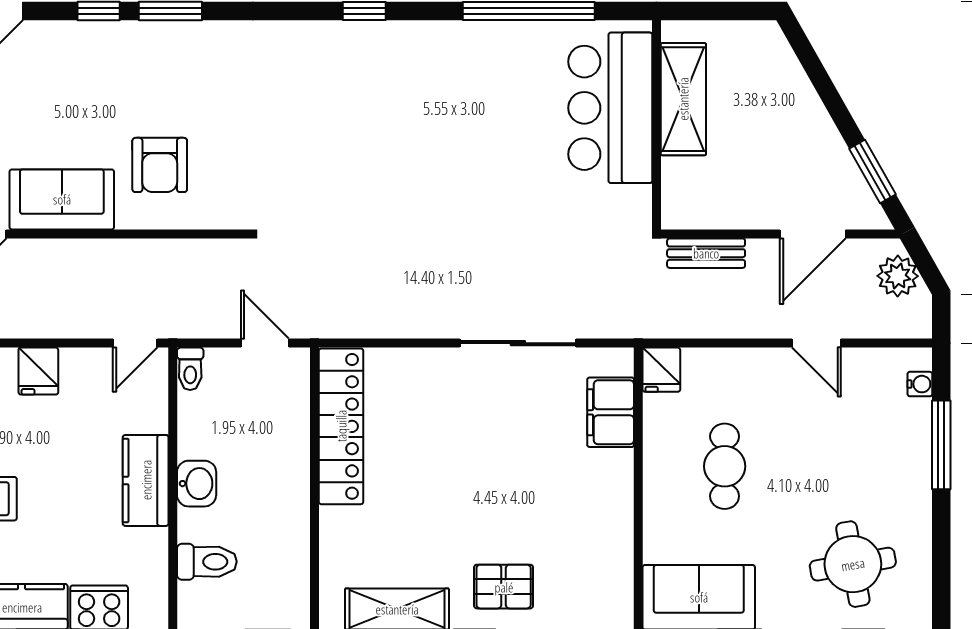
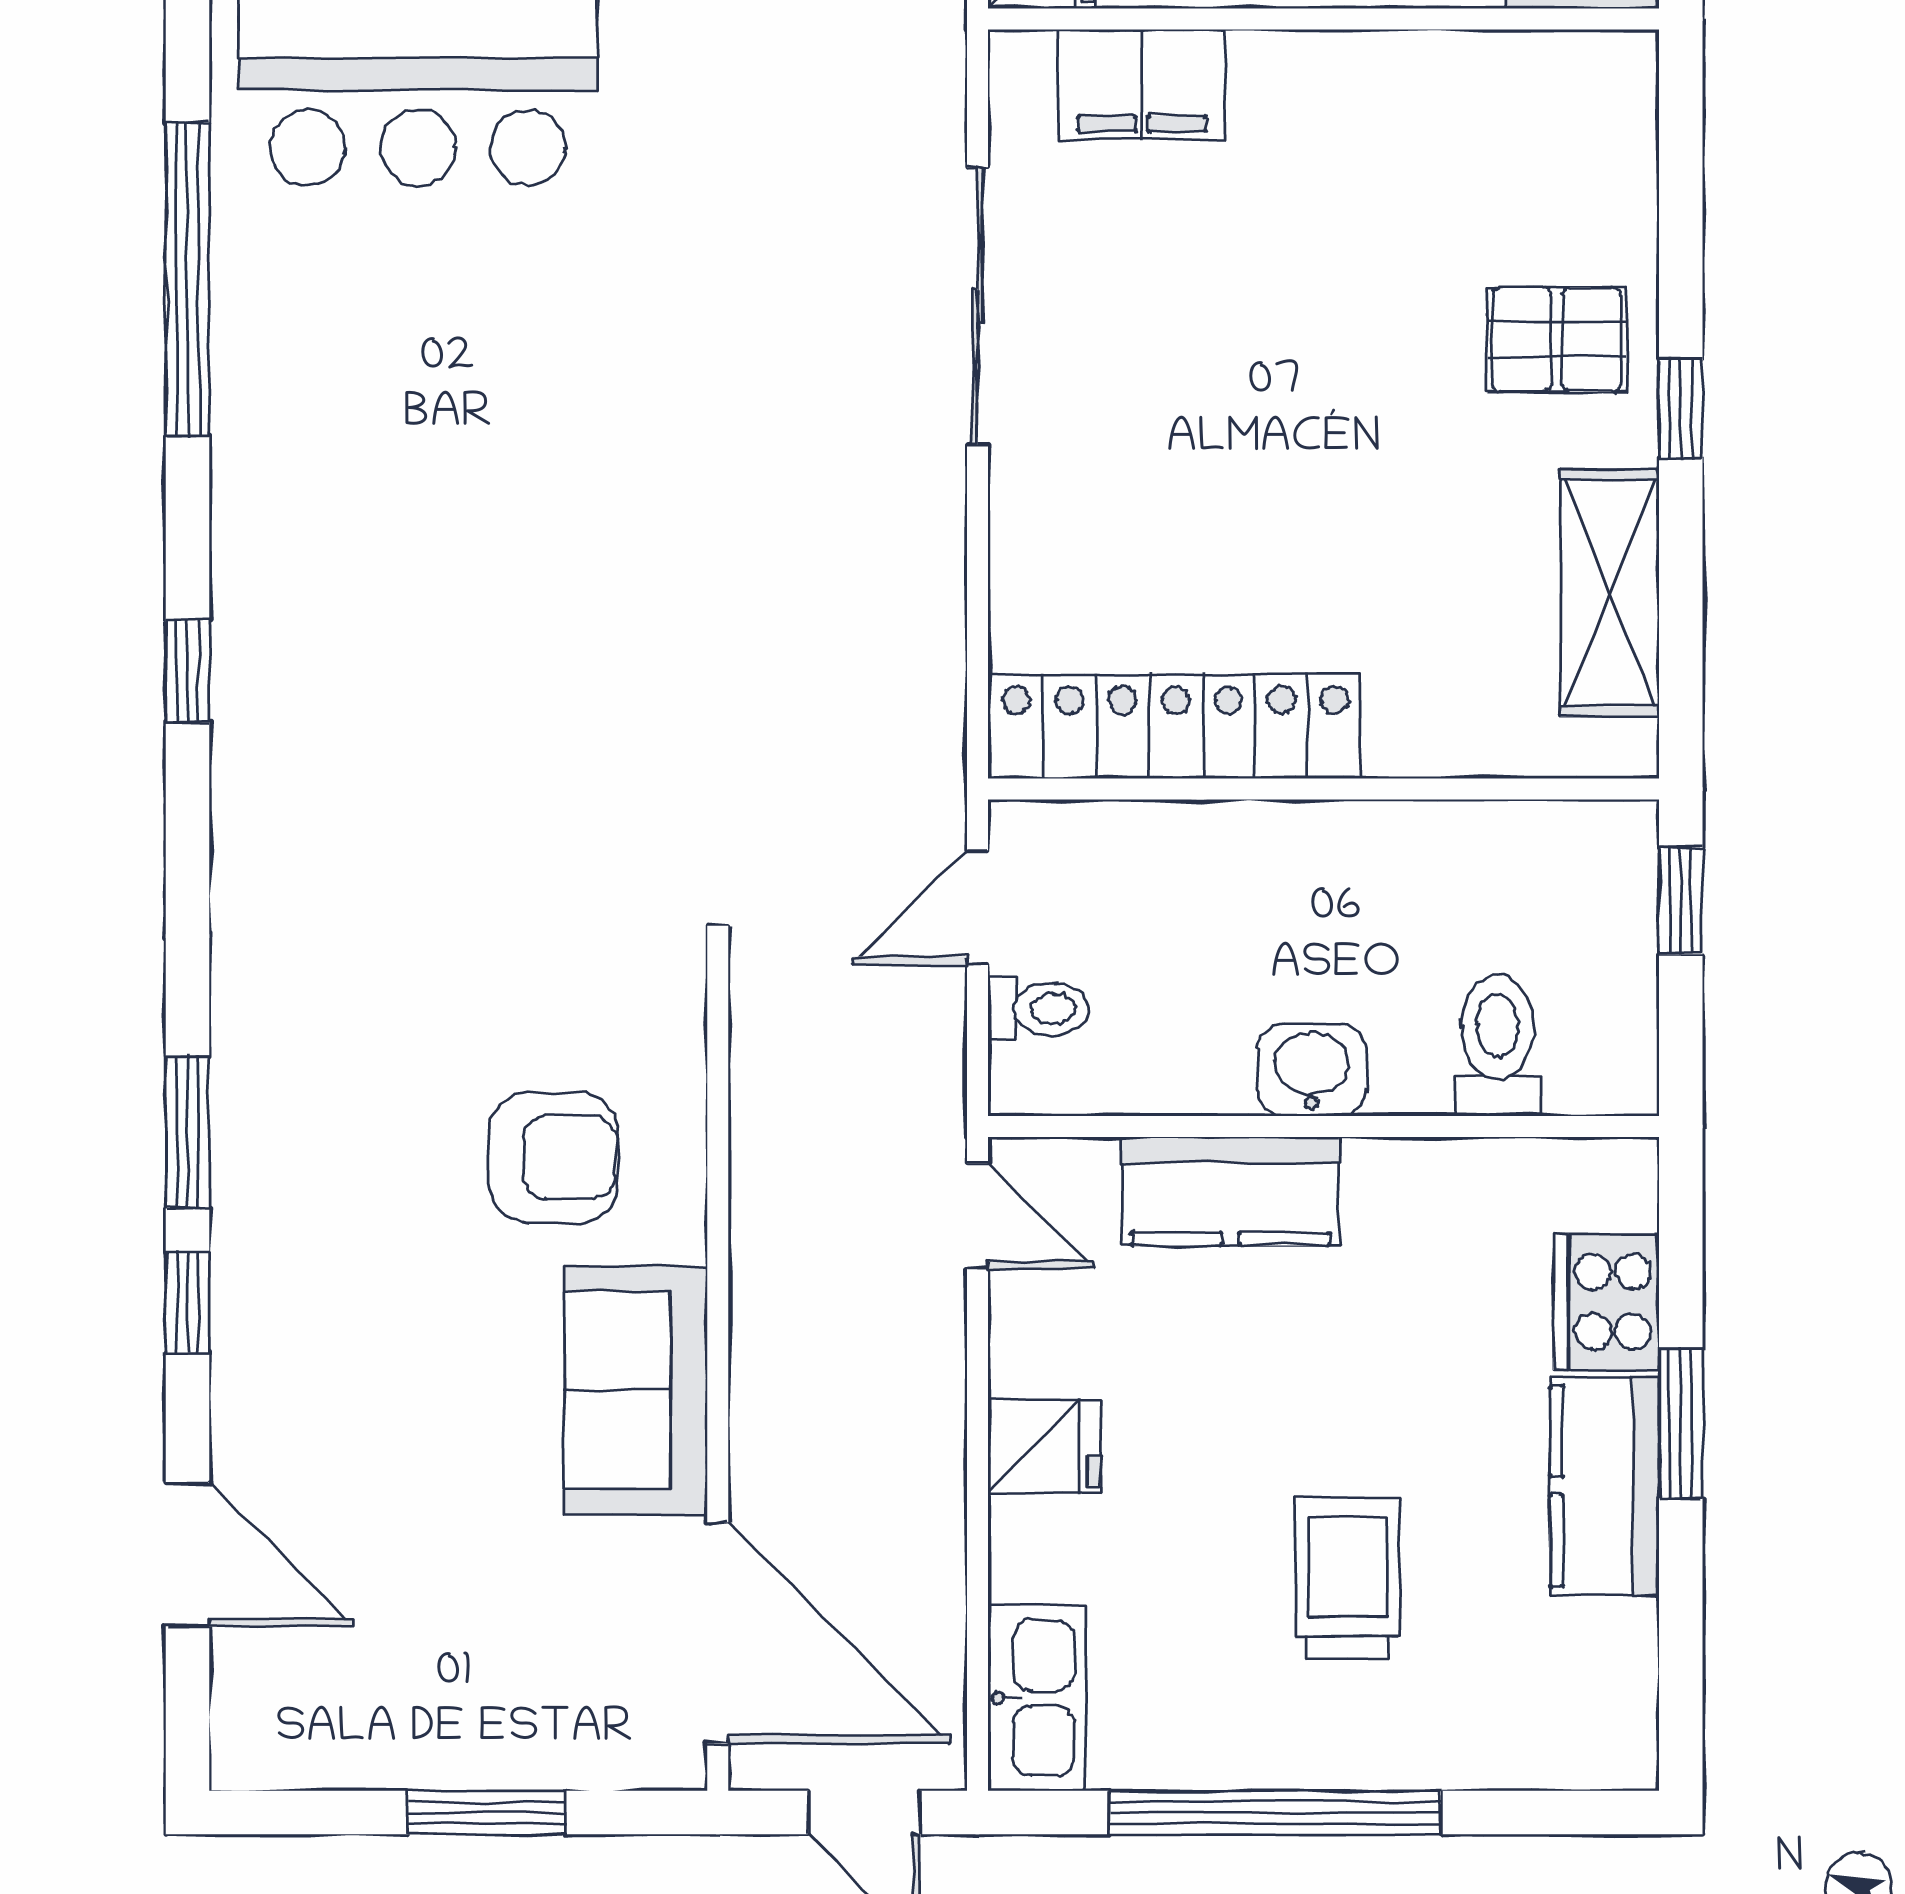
toilet: (190, 369) -> (1039, 1009), moved
kitchen counter: (146, 480) -> (1230, 1191), moved
pallet: (504, 587) -> (1556, 340), turned 90

